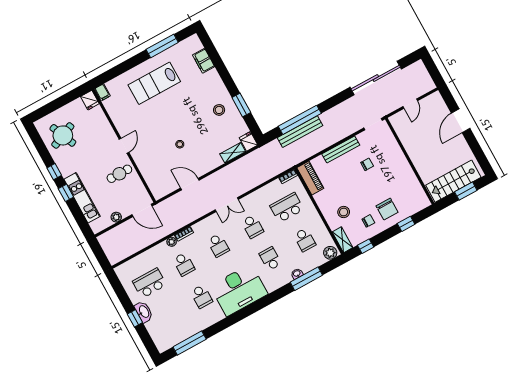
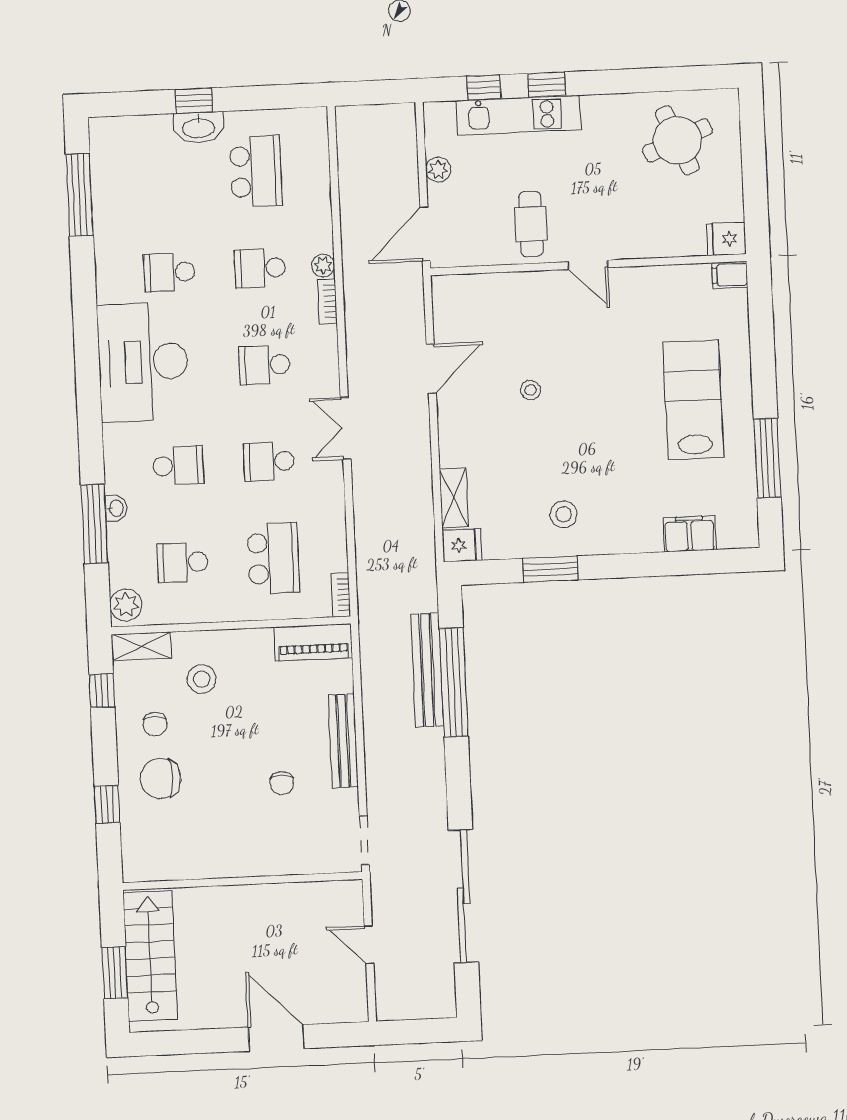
window: (54, 172) -> (484, 87), moved

